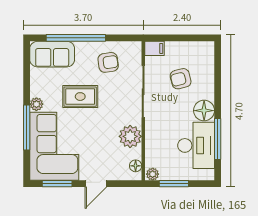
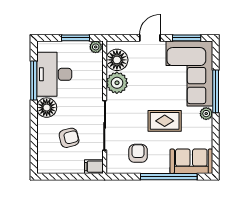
armchair: (108, 62) -> (138, 153), turned 98
floor lamp: (136, 166) -> (117, 60), width x1.89, depth x1.89

